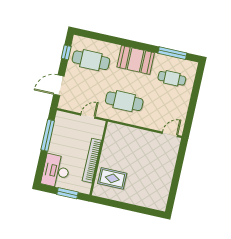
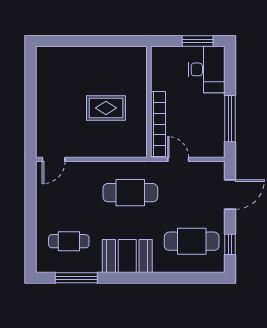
door: (88, 116) -> (178, 159), swing flipped
bookcase: (92, 161) -> (158, 124), moved
rug: (112, 178) -> (106, 108), moved
window: (68, 193) -> (198, 41), moved

